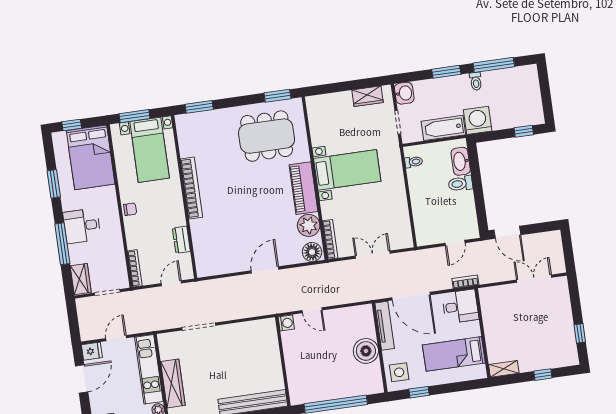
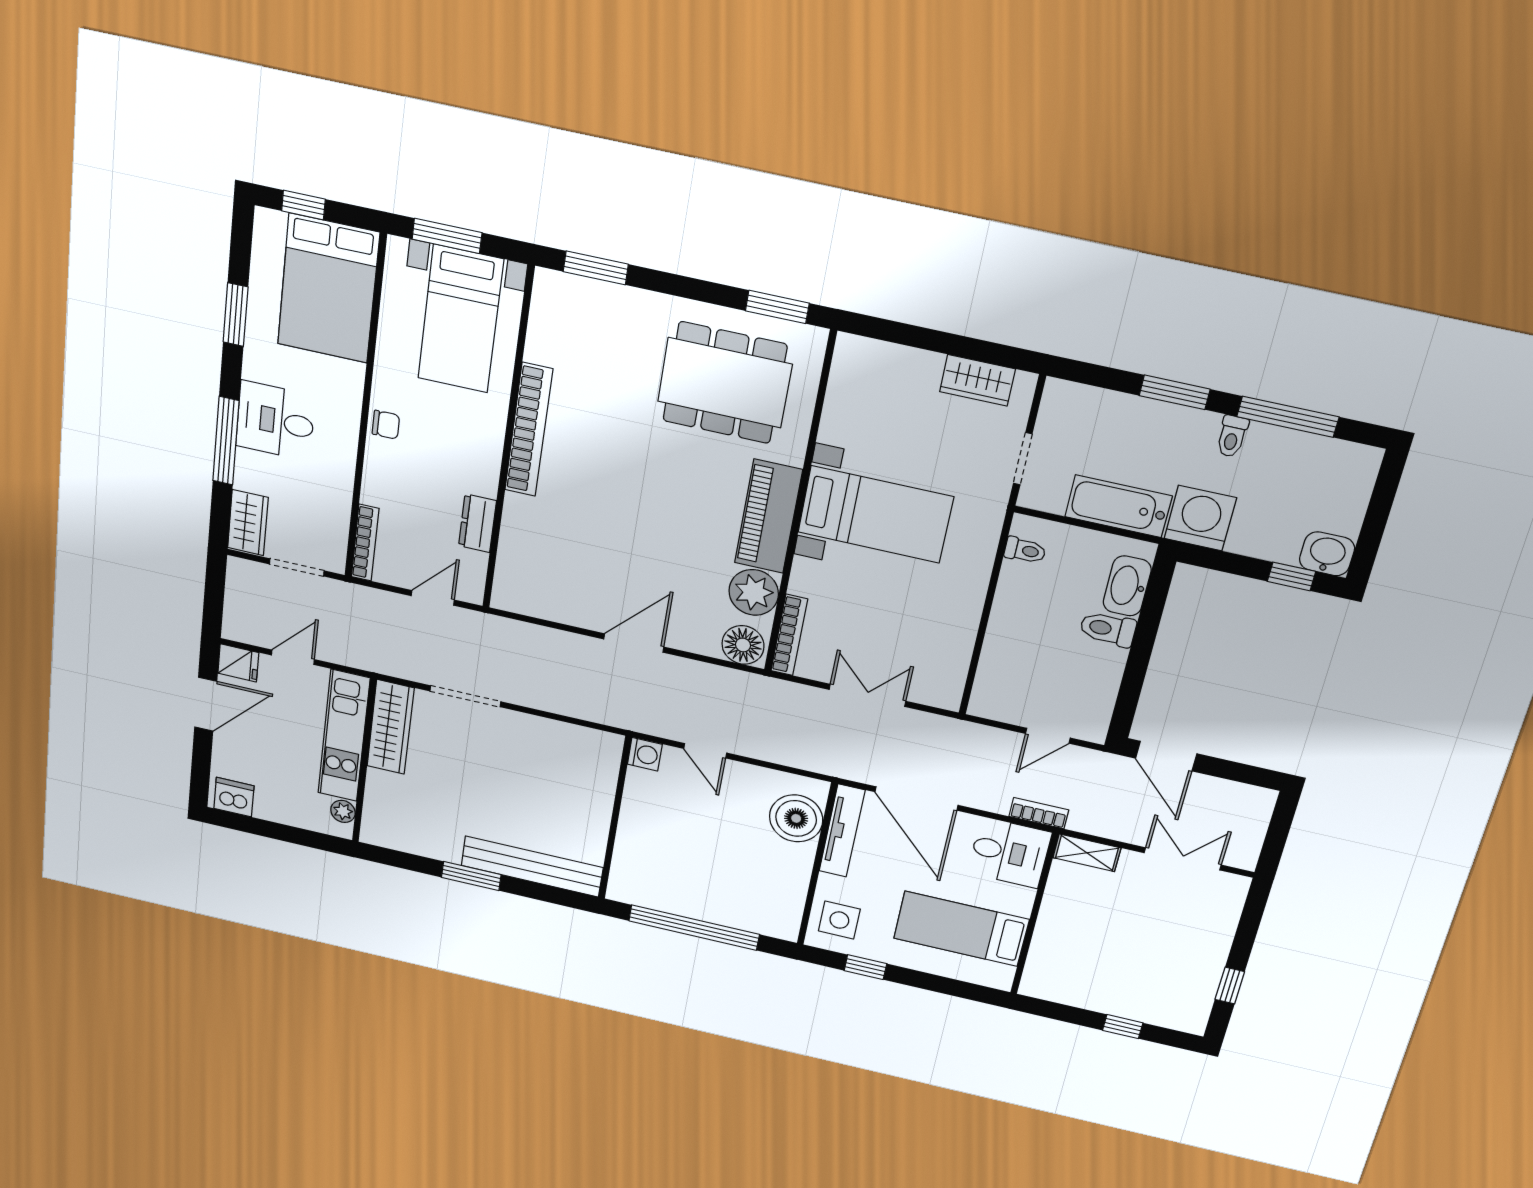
washbasin: (404, 93) -> (1327, 554), moved, turned -90
boiler: (366, 351) -> (796, 818), moved
shelving: (504, 369) -> (1087, 853), moved
wardrobe: (173, 383) -> (391, 727), moved

